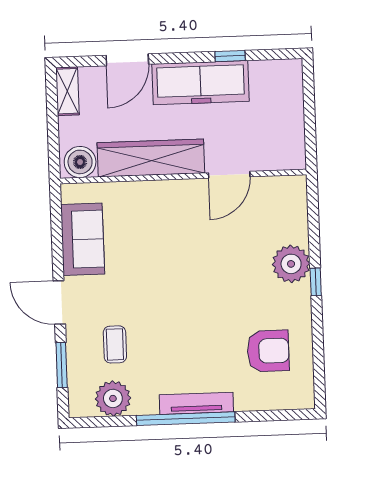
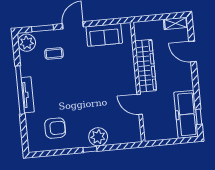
window: (230, 56) -> (199, 117), moved
freezer: (201, 83) -> (186, 114), moved
boiler: (80, 162) -> (142, 31), removed
armchair: (268, 351) -> (55, 128), turned -90
plant: (113, 398) -> (27, 43), moved

